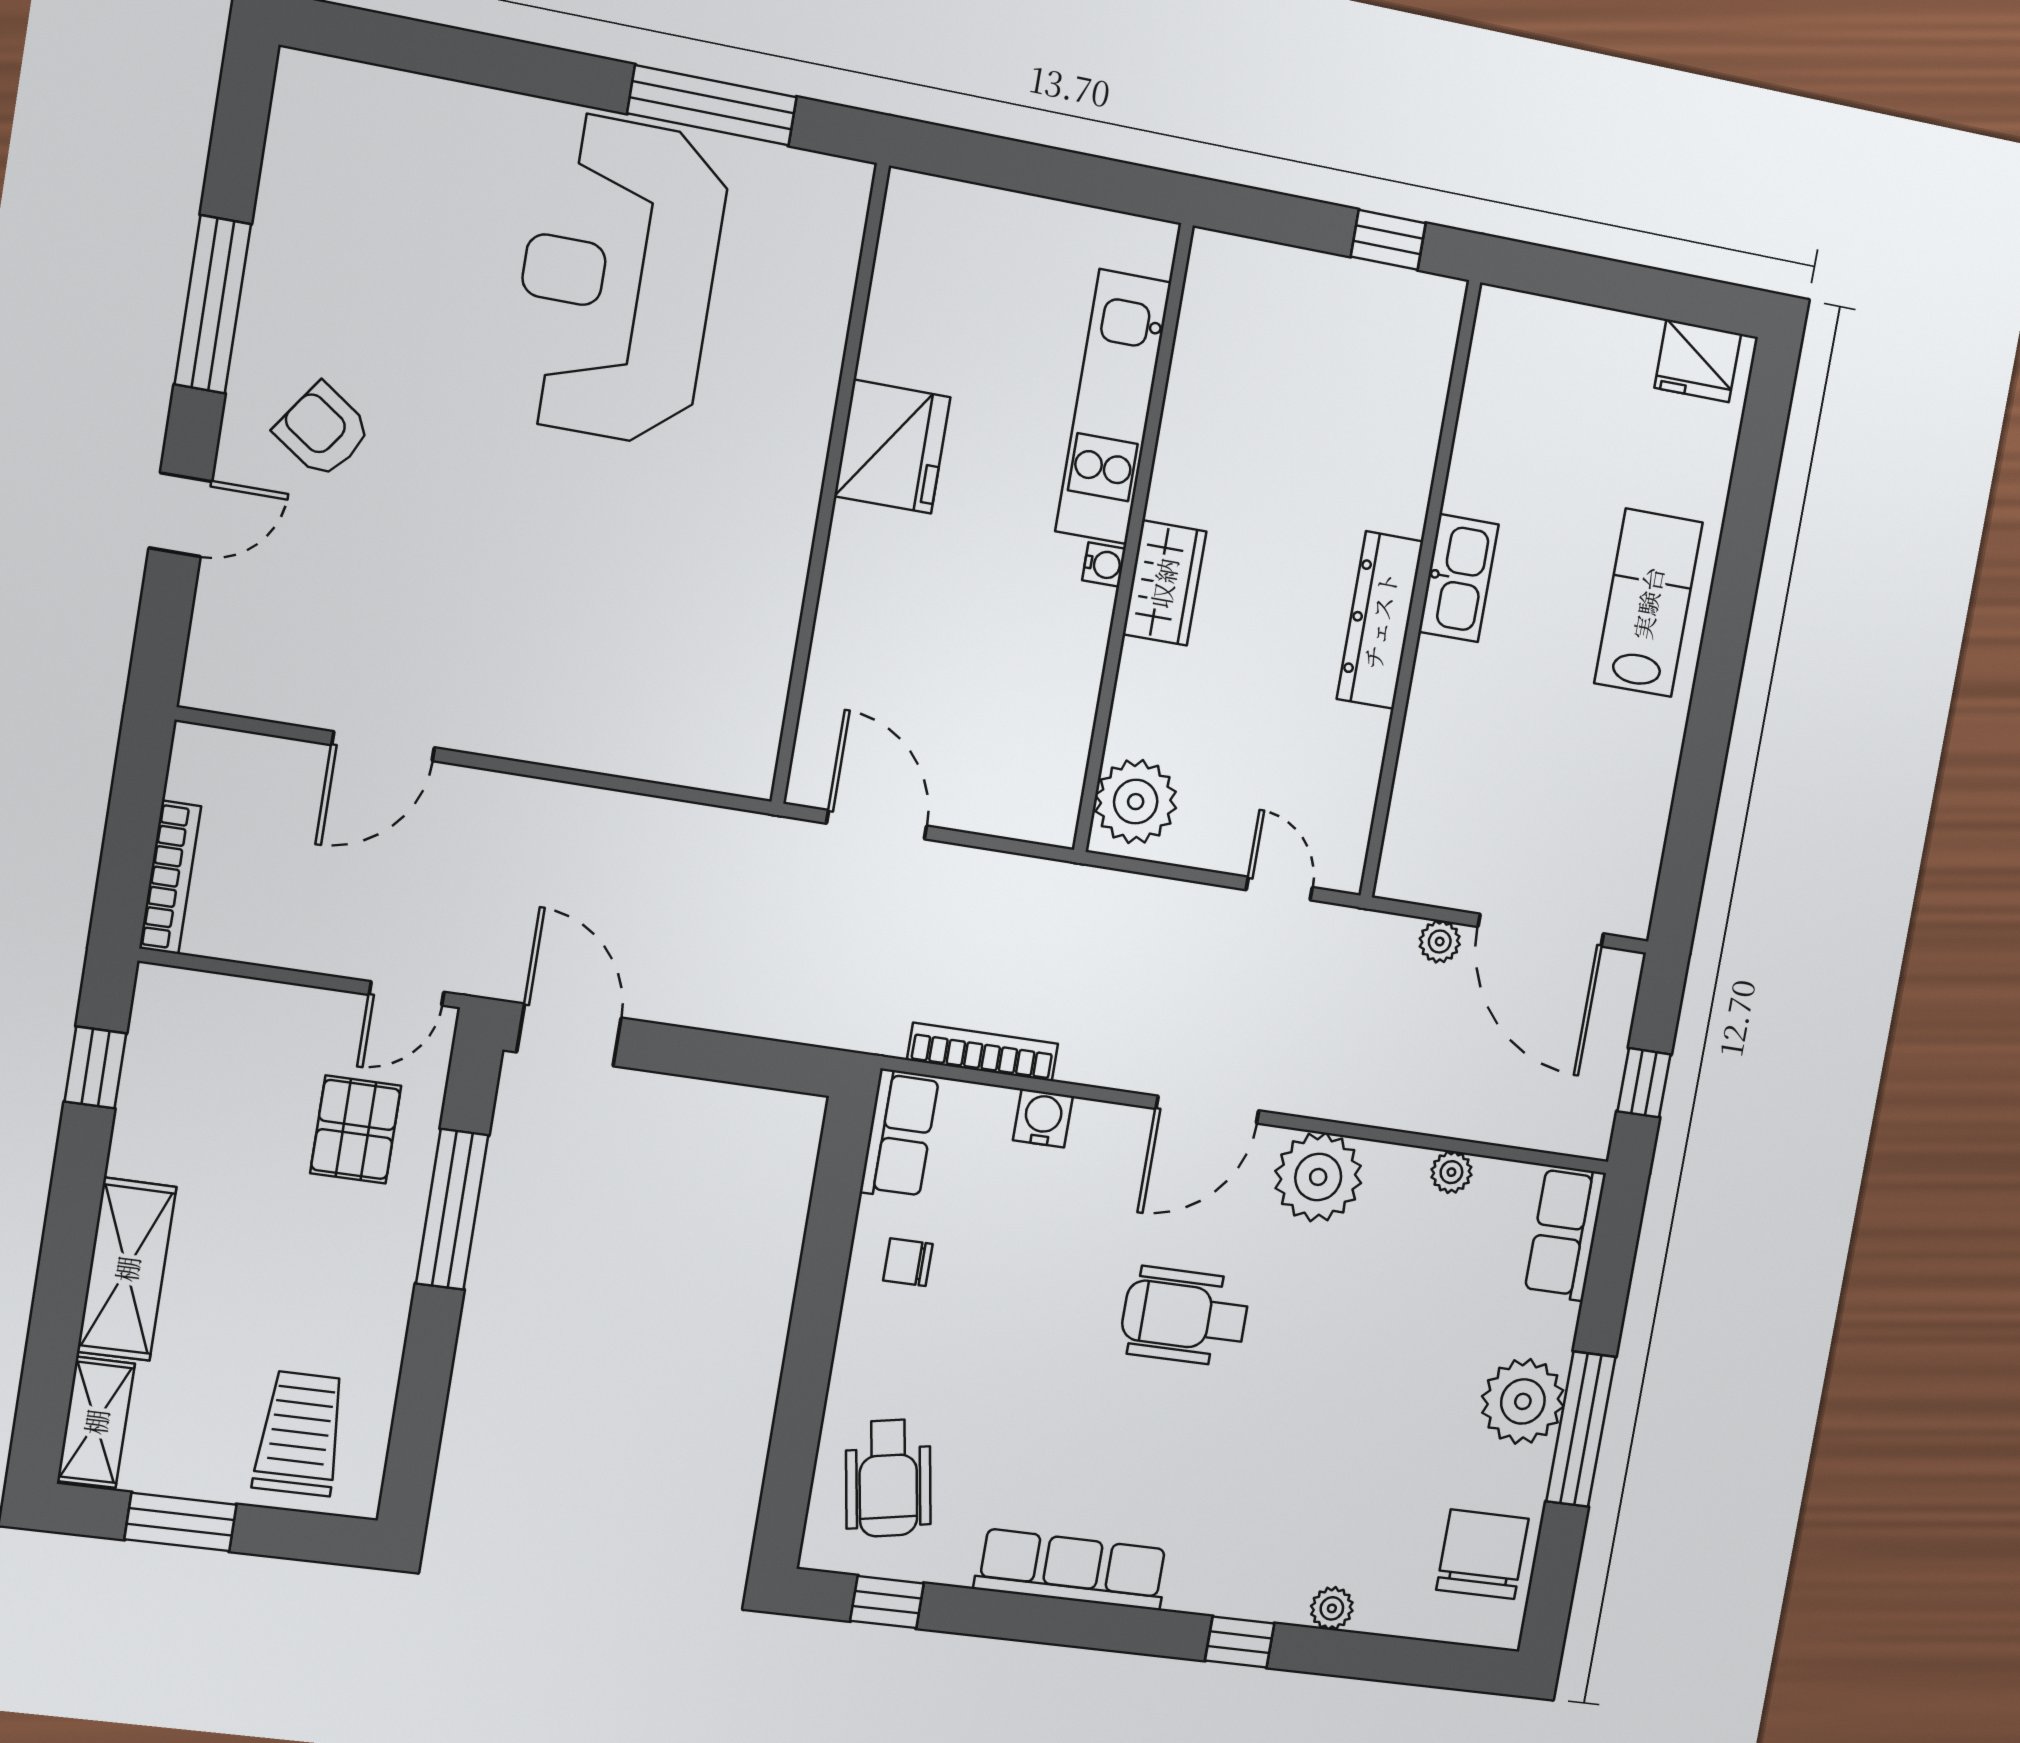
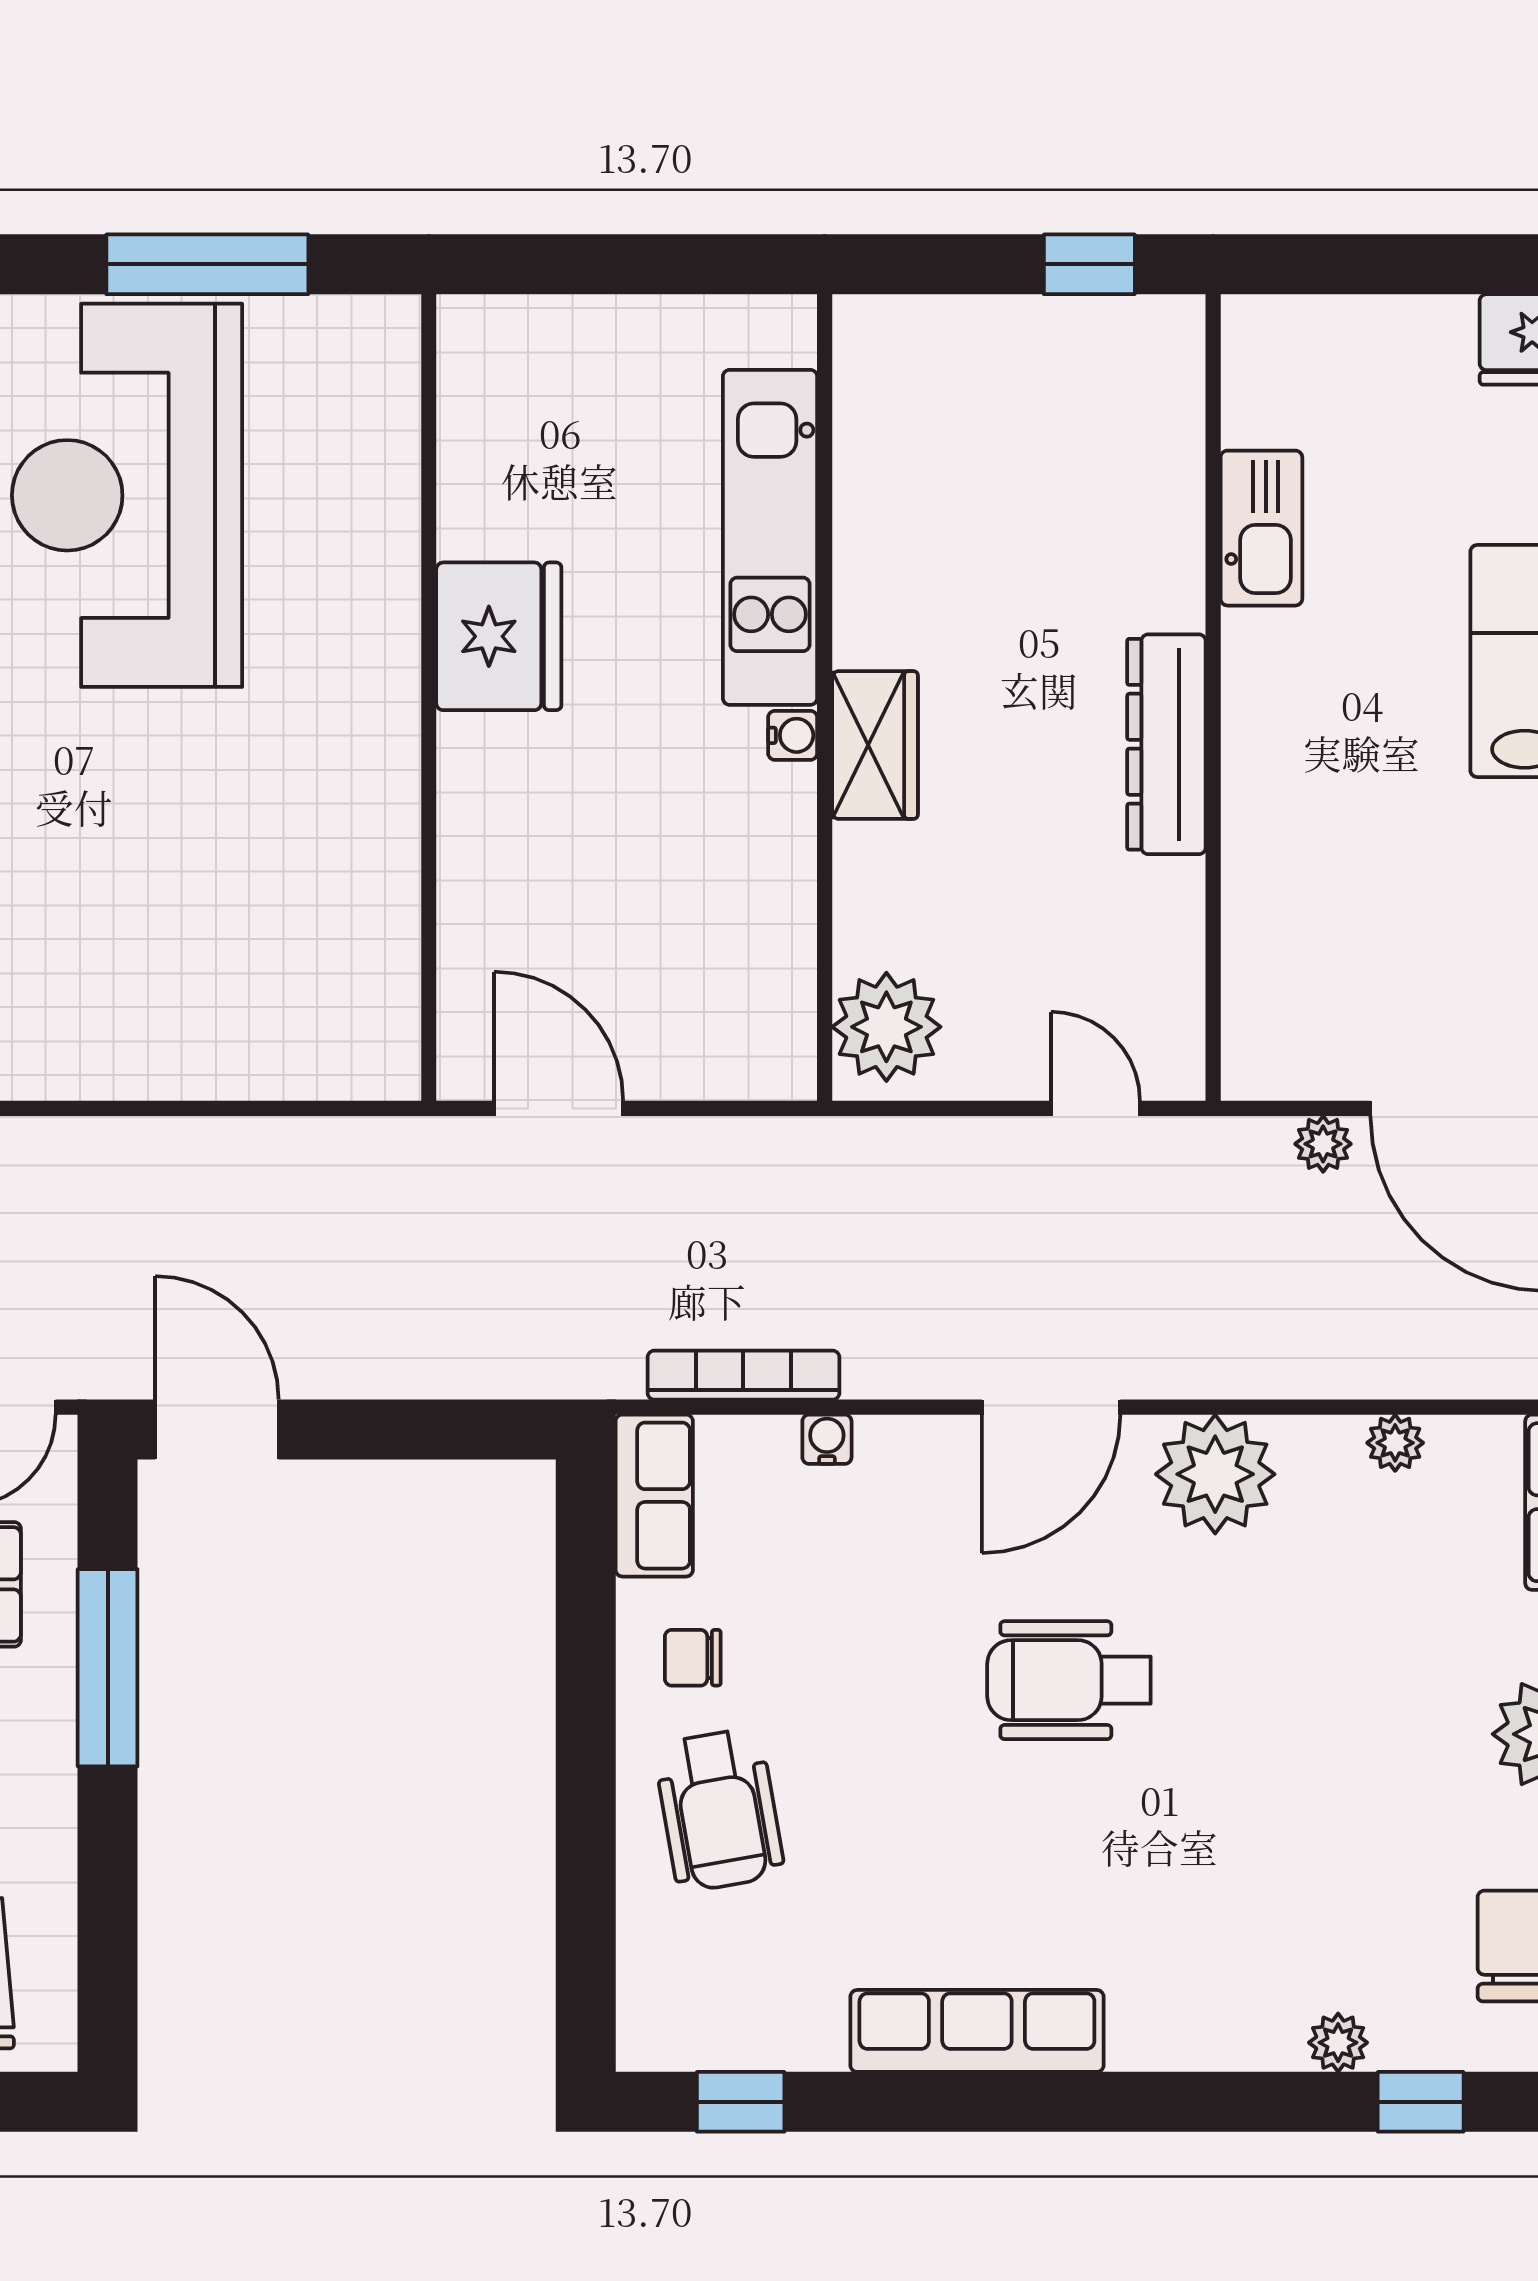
kitchen sink: (1459, 578) -> (1261, 528), moved
water cooler: (1043, 1118) -> (827, 1439), width x0.72, depth x0.72
wheelchair: (888, 1478) -> (719, 1810), moved
window: (1240, 1642) -> (1421, 2102), moved

